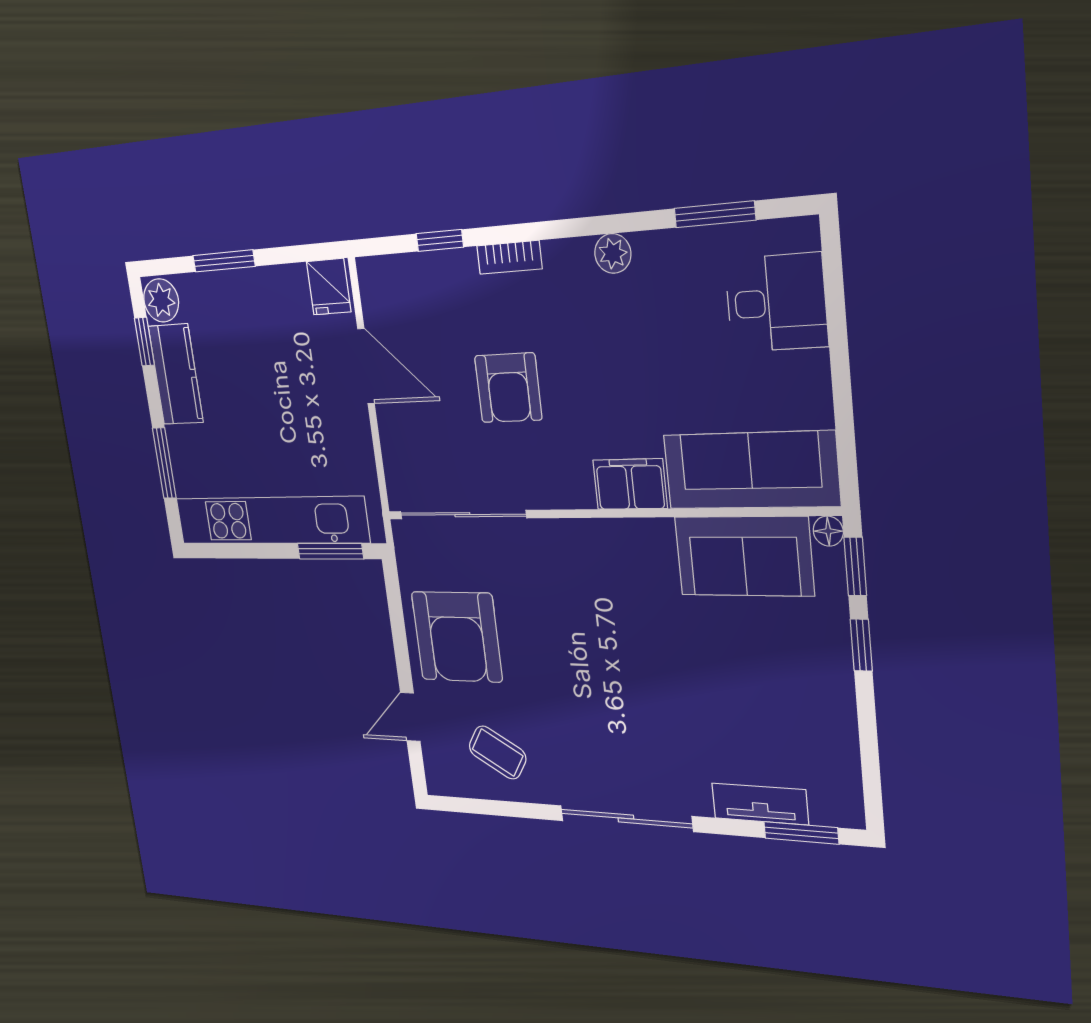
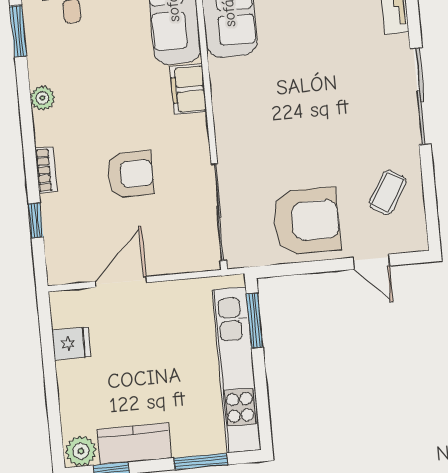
window: (224, 261) -> (52, 393), removed
fridge: (329, 287) -> (71, 343), moved

